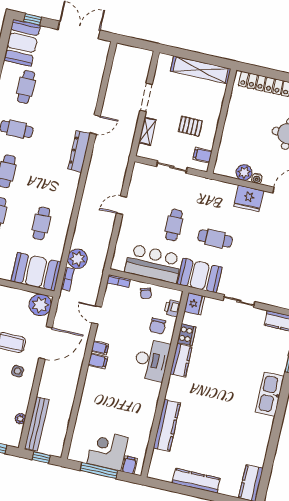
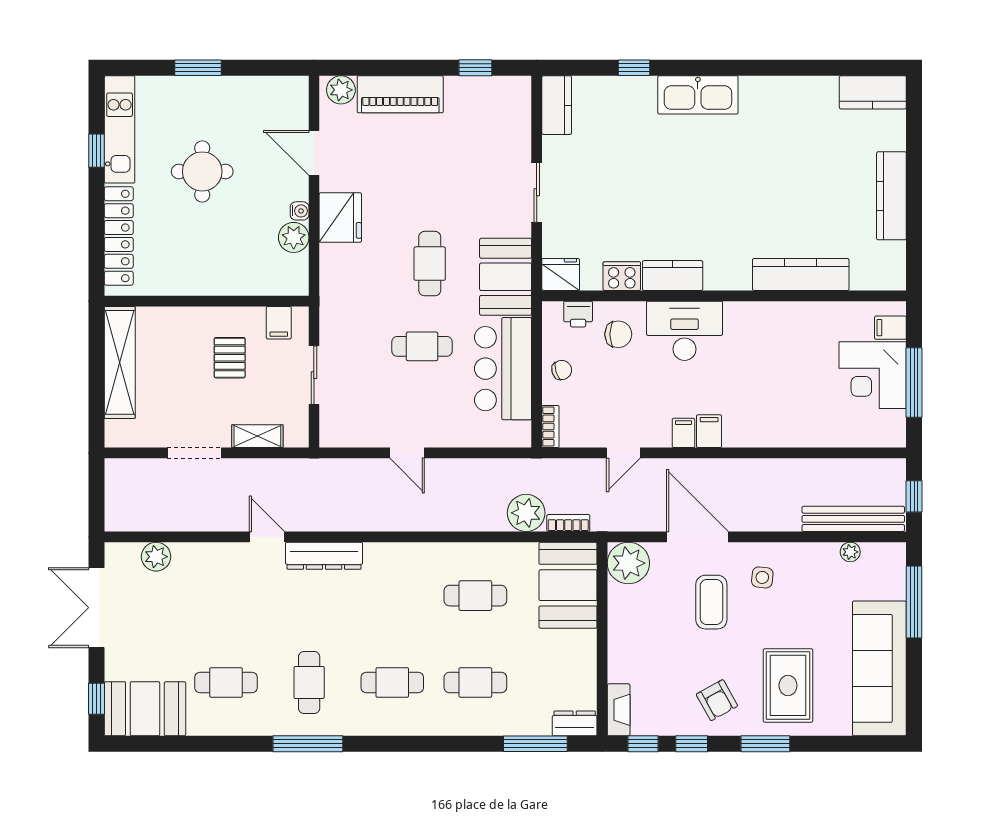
plant: (98, 66) -> (156, 557), added

